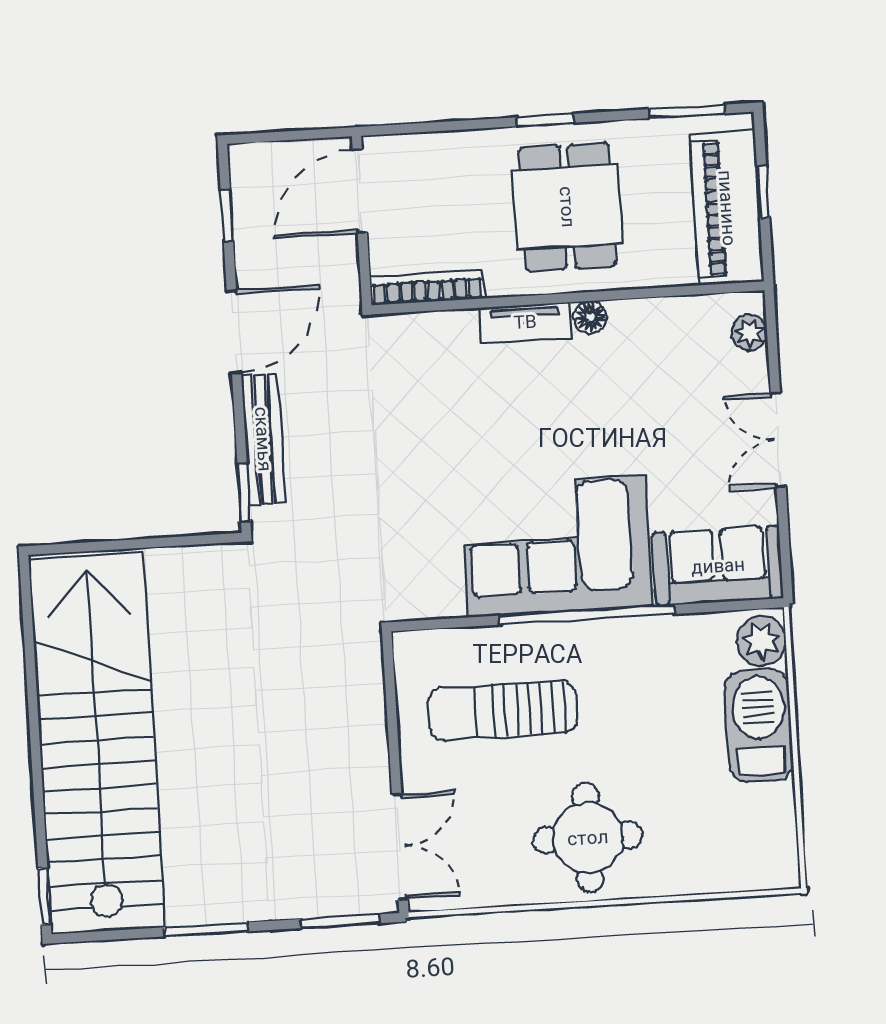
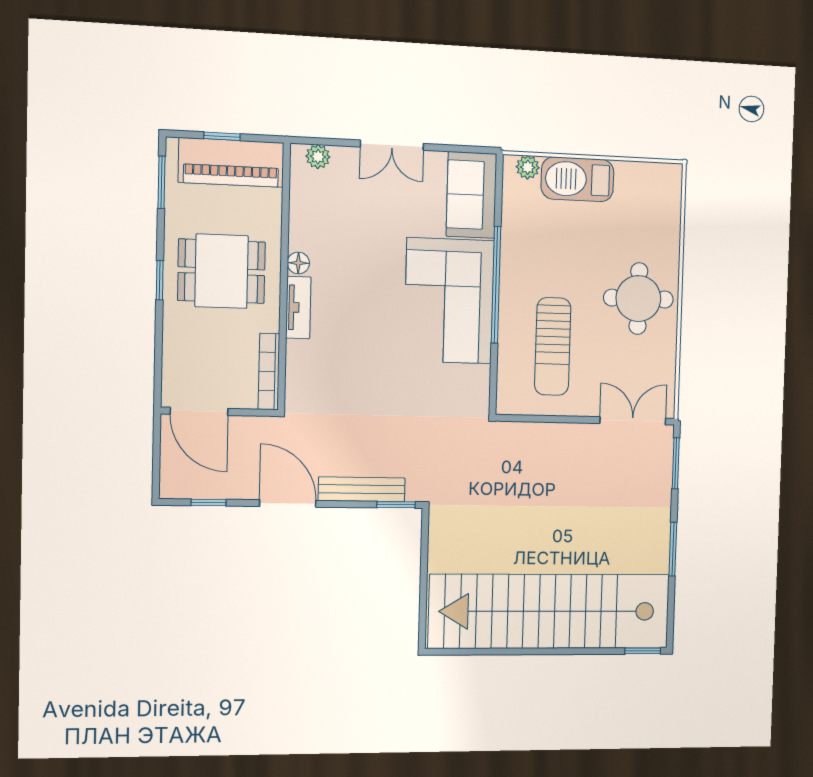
plant: (761, 641) -> (528, 167), width x0.73, depth x0.73

